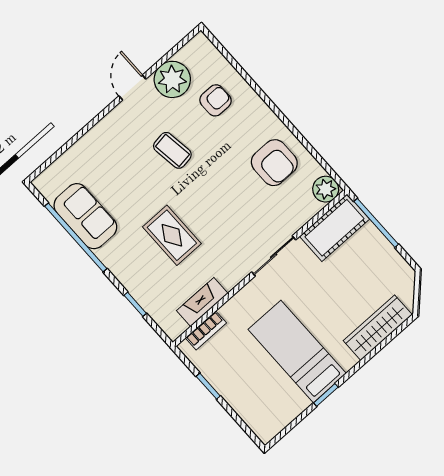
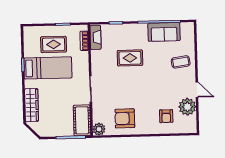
coffee table: (172, 150) -> (181, 62), moved
fireplace: (202, 302) -> (96, 37), moved
rug: (252, 374) -> (54, 44), added

